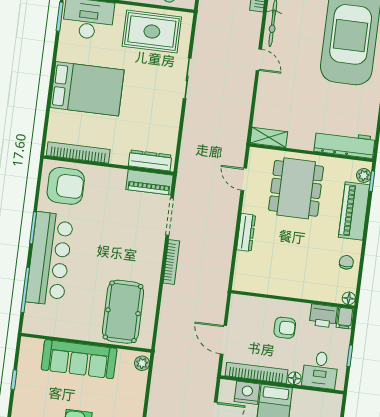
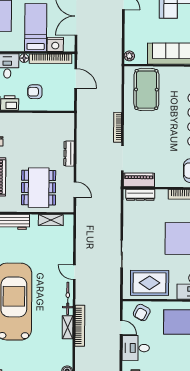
shelving: (269, 137) -> (51, 220), moved

